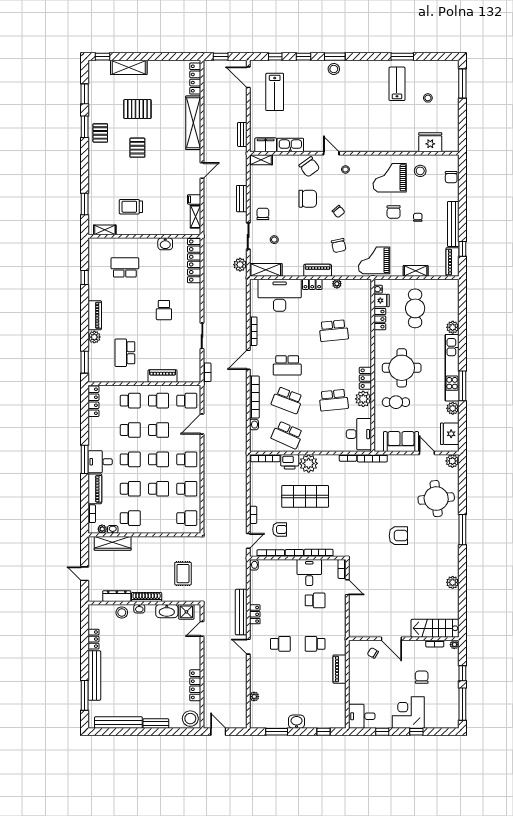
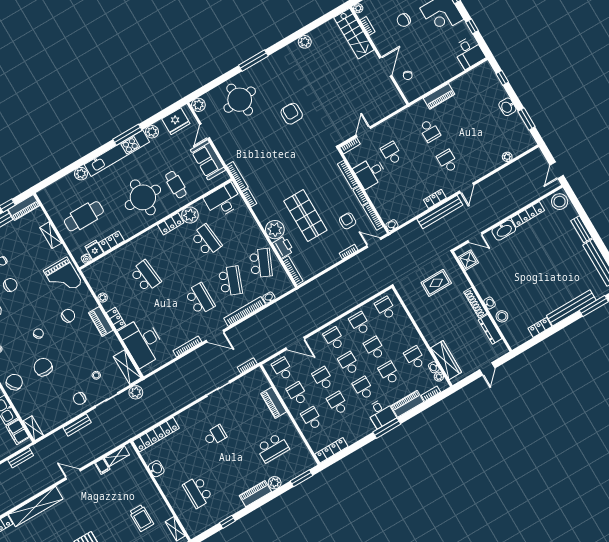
washbasin: (167, 611) -> (504, 230), moved, turned 90

